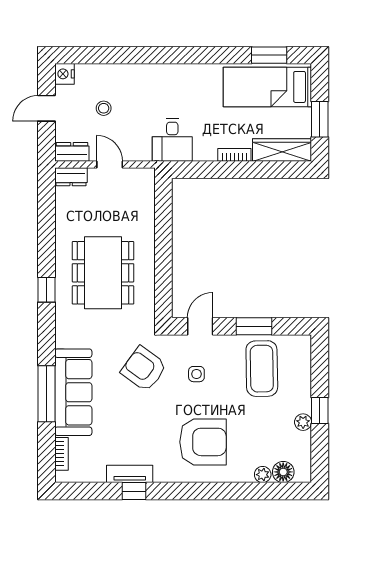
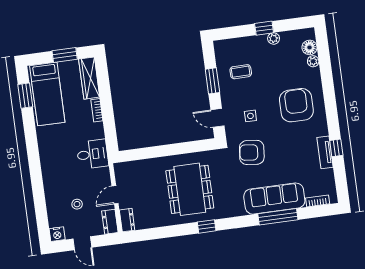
dining table: (103, 273) -> (190, 189), turned 90
armchair: (144, 369) -> (252, 152), turned 60
coffee table: (262, 369) -> (241, 72), width x0.54, depth x0.58

